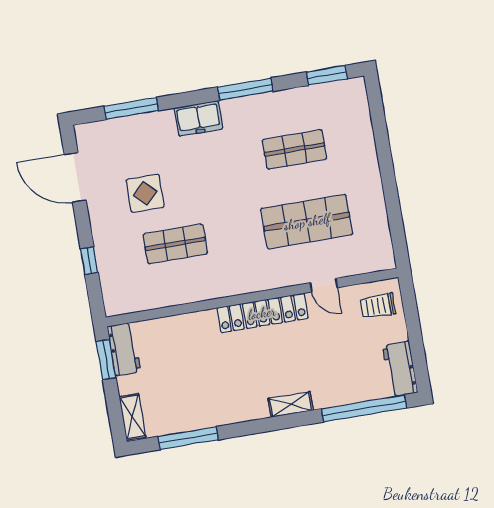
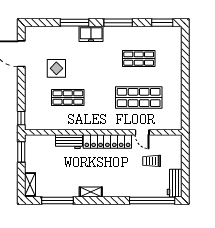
window: (131, 108) -> (75, 23), moved
window: (89, 261) -> (21, 118), moved
trolley: (378, 306) -> (152, 161), moved
workbench: (124, 349) -> (69, 142), moved, turned 90
shelving: (291, 404) -> (91, 192), moved

